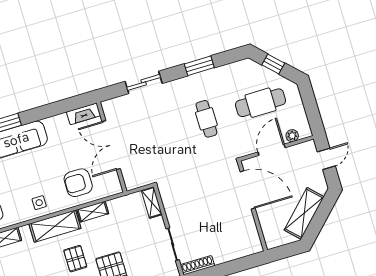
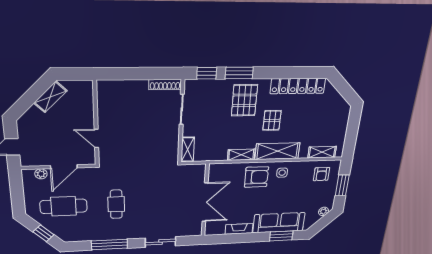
window: (199, 66) -> (109, 245), width x1.44
fireplace: (84, 114) -> (239, 229), moved
armchair: (78, 183) -> (256, 177), moved
door: (248, 190) -> (96, 138), width x0.53
shelving: (304, 213) -> (50, 97), width x0.67, depth x0.75

